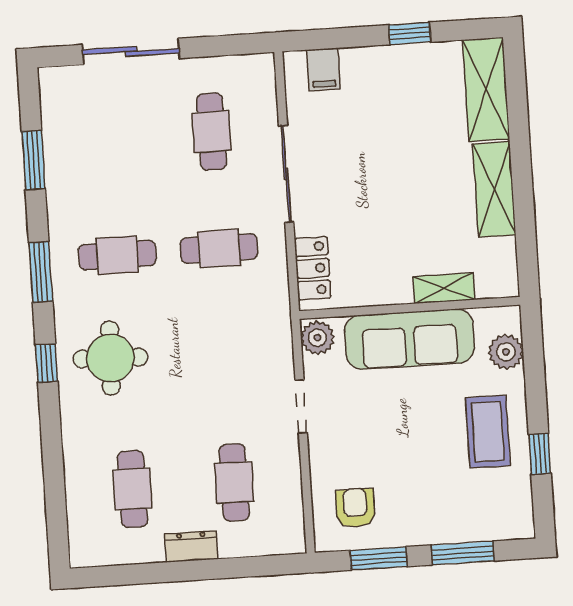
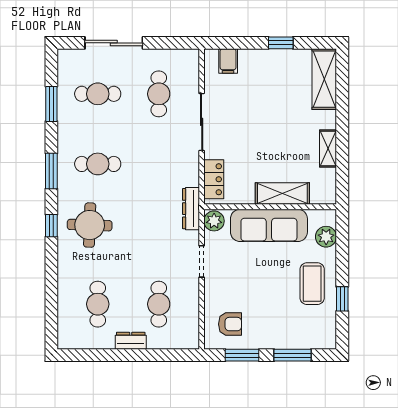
shelving: (494, 189) -> (328, 149), width x0.67, depth x0.75
cafe table: (219, 249) -> (98, 94), moved
shelving: (444, 288) -> (282, 194), width x1.50, depth x1.33
dresser: (278, 320) -> (191, 209), added
armchair: (355, 508) -> (230, 324), turned 90

